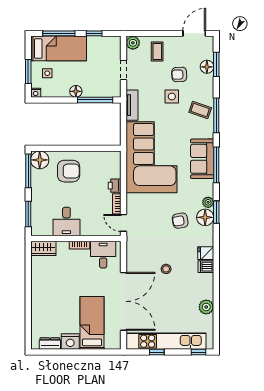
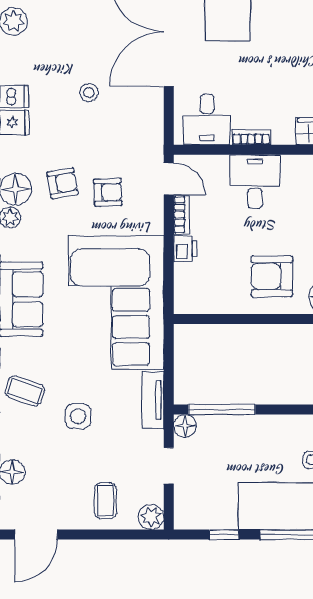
armchair: (179, 74) -> (108, 192), moved
floor lamp: (76, 91) -> (185, 426), moved
desk: (66, 221) -> (255, 182), moved

